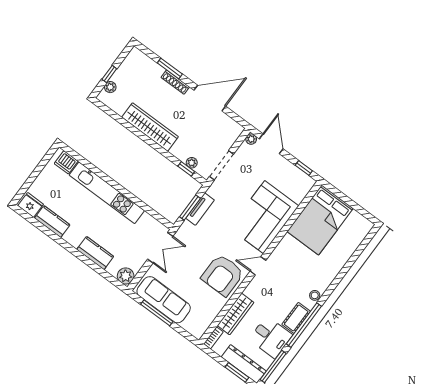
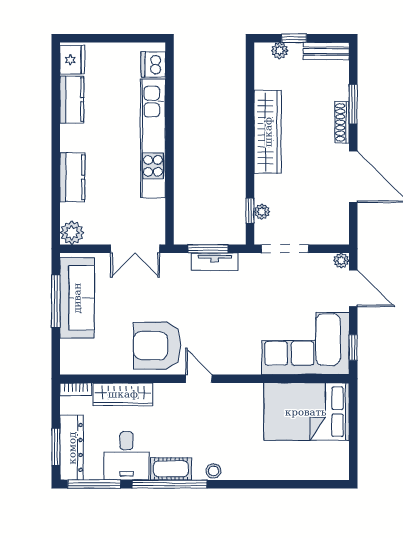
bench: (130, 62) -> (326, 51), added
door: (271, 144) -> (353, 288), hinge flipped
corner sofa: (264, 217) -> (305, 344), moved

